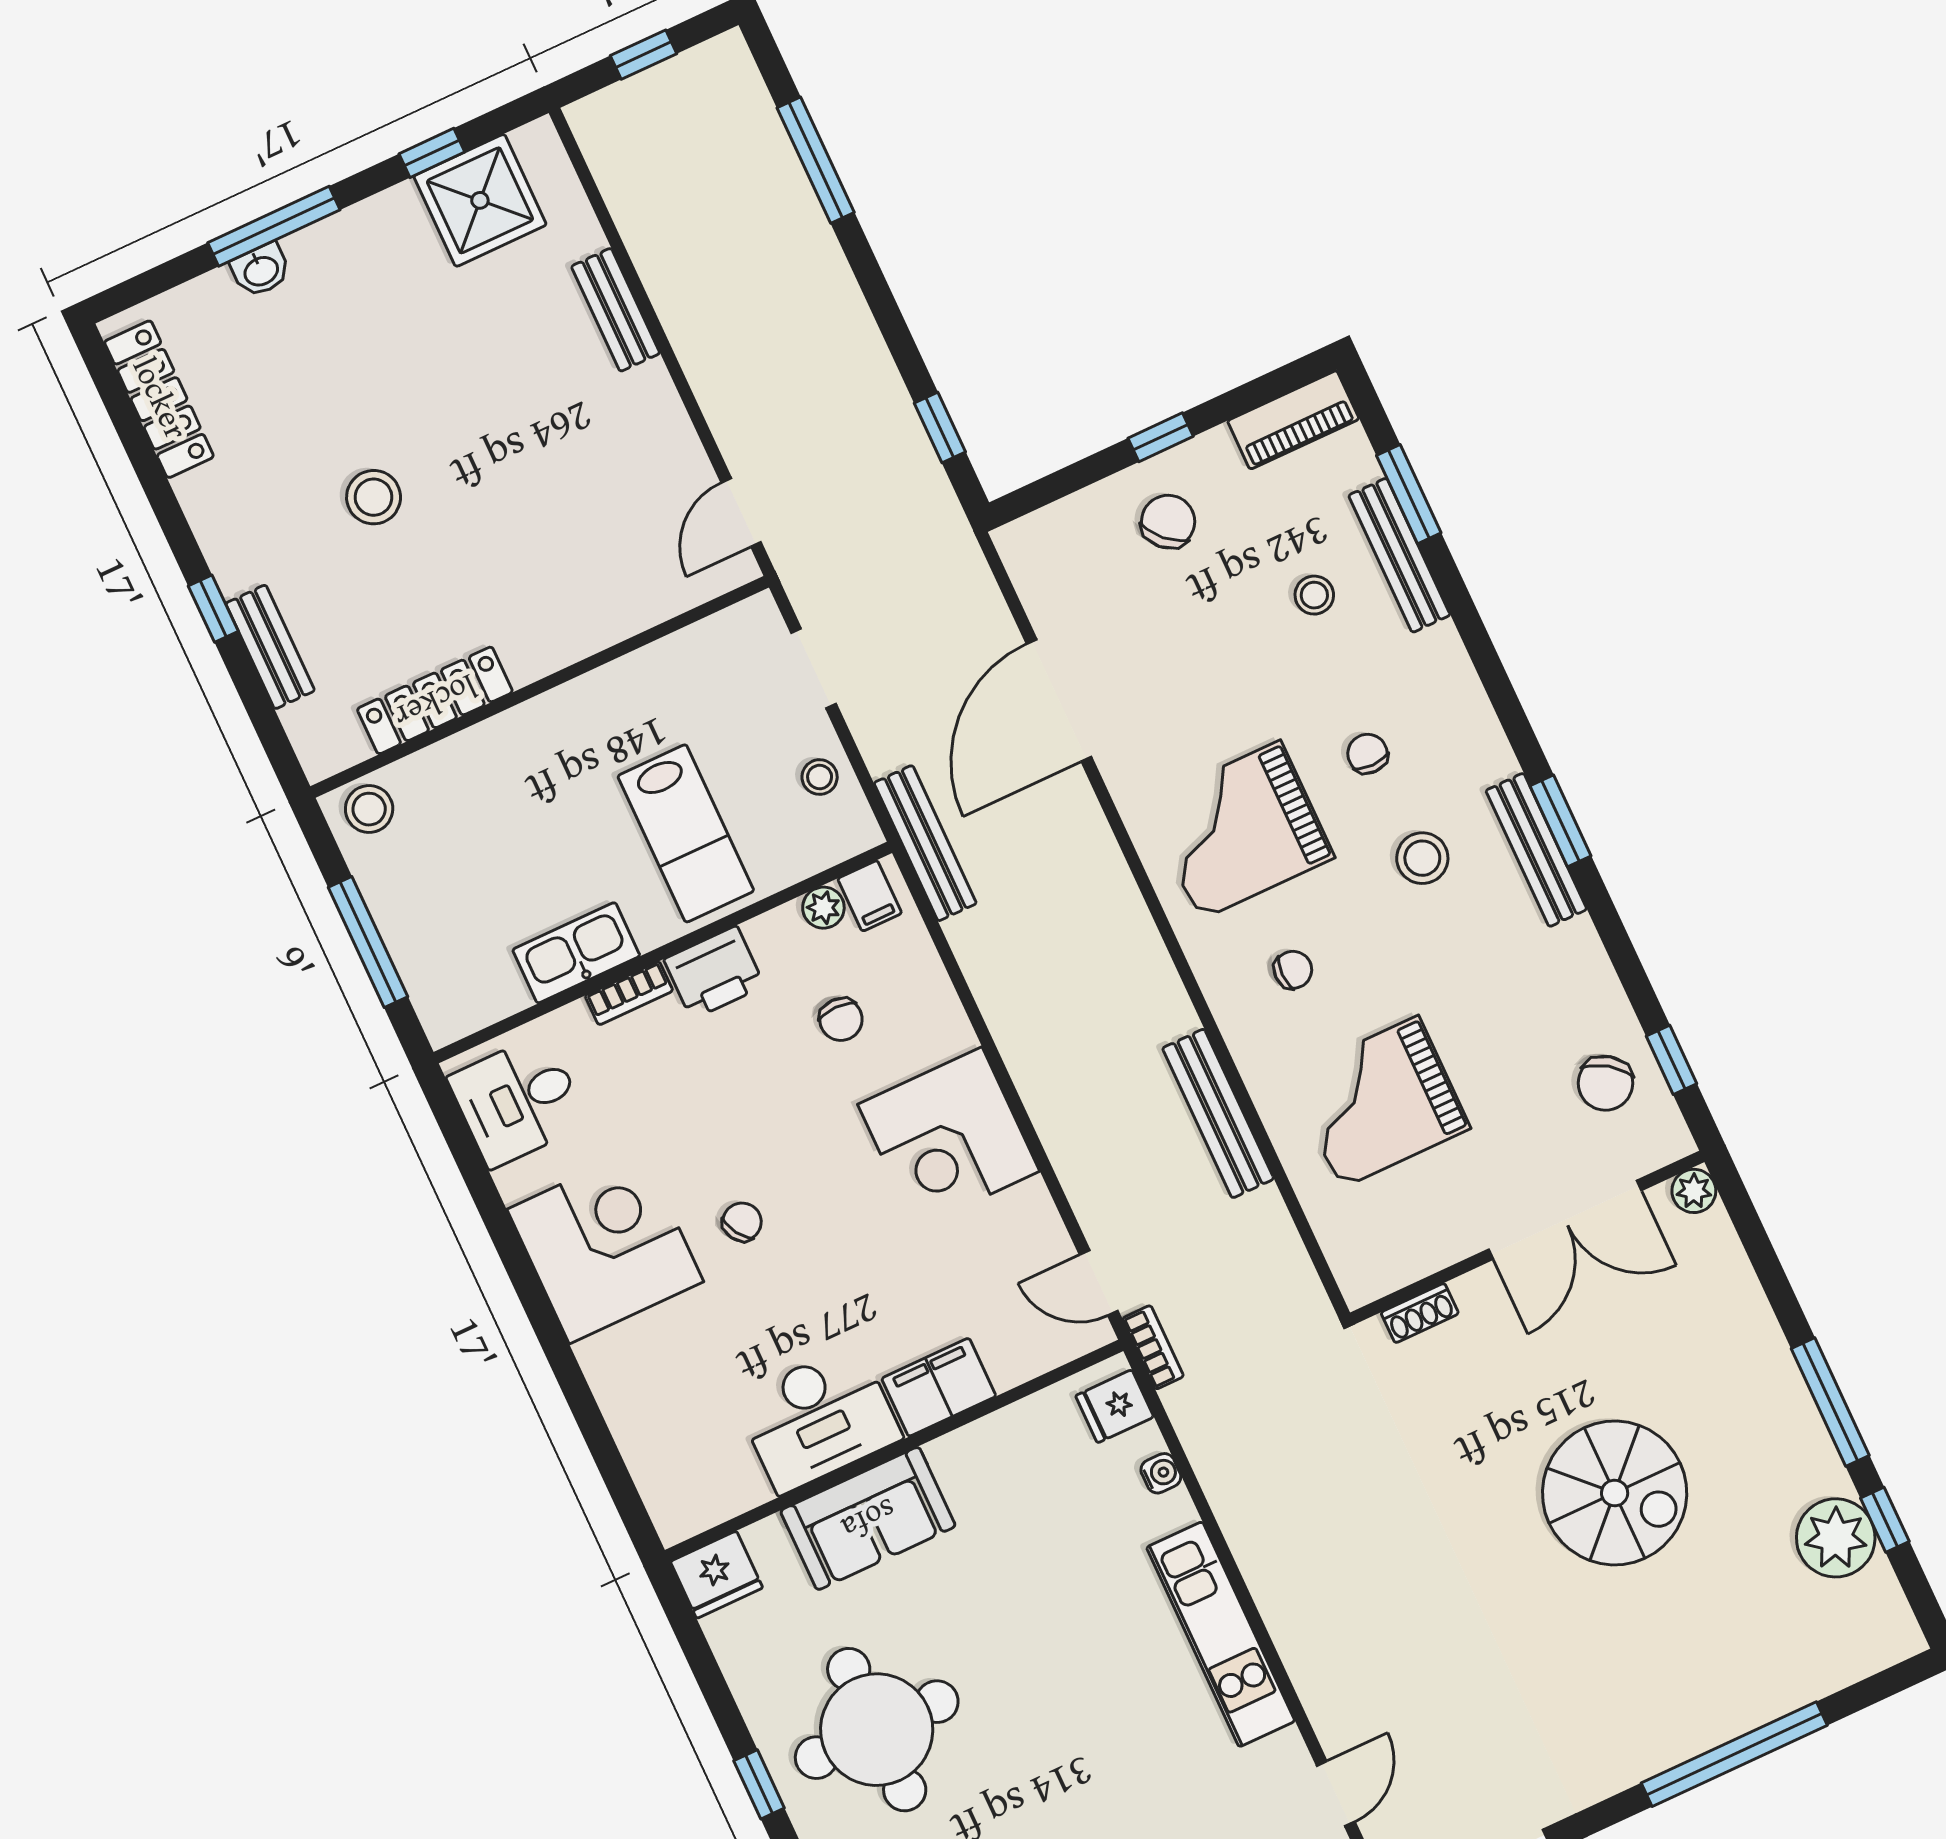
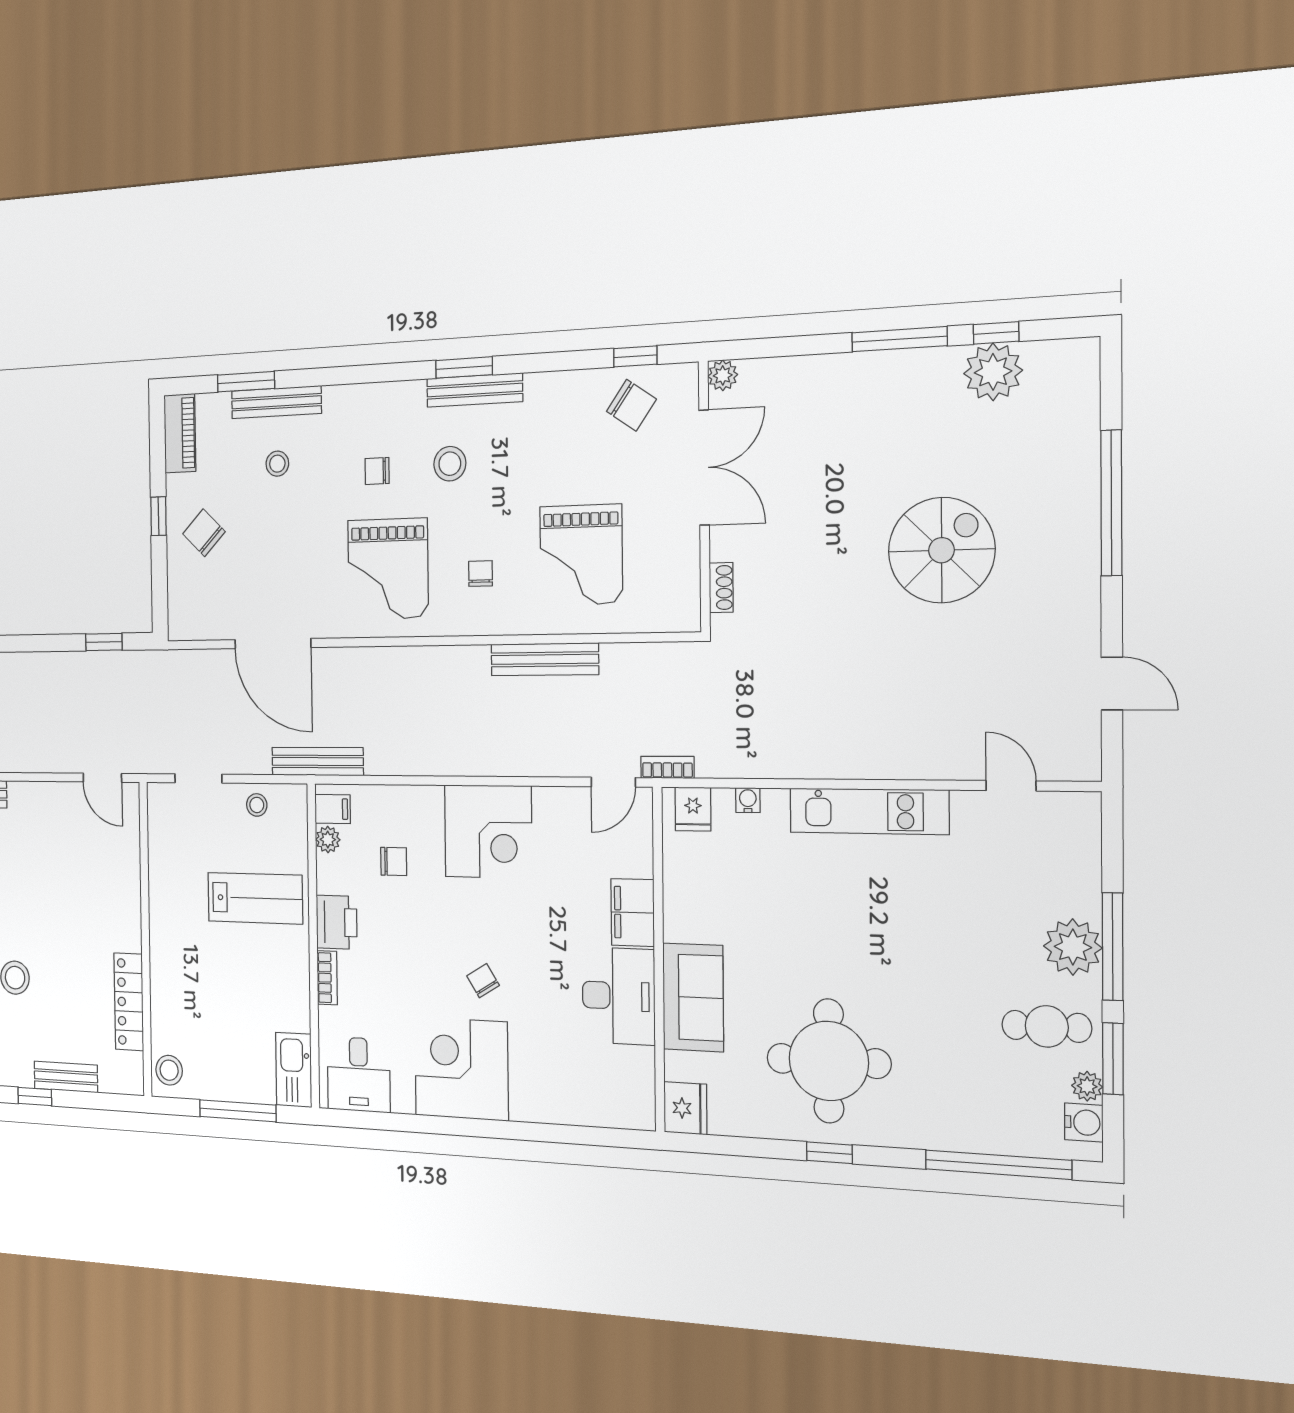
kitchen sink: (576, 953) -> (294, 1070), moved
spiral stairs: (1615, 1493) -> (942, 550), moved

